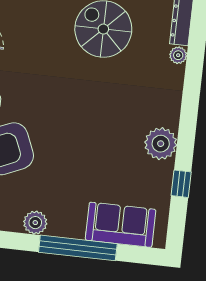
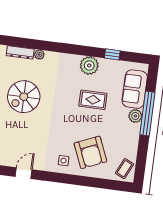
rug: (100, 151) -> (93, 100), added
plant: (35, 223) -> (135, 116), moved

